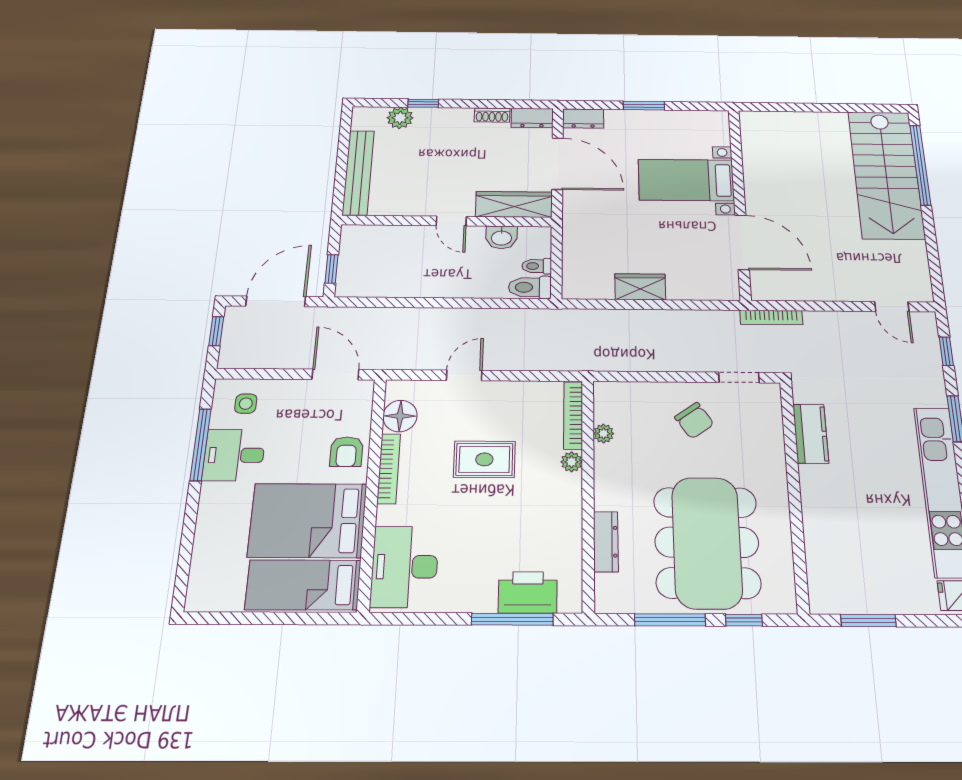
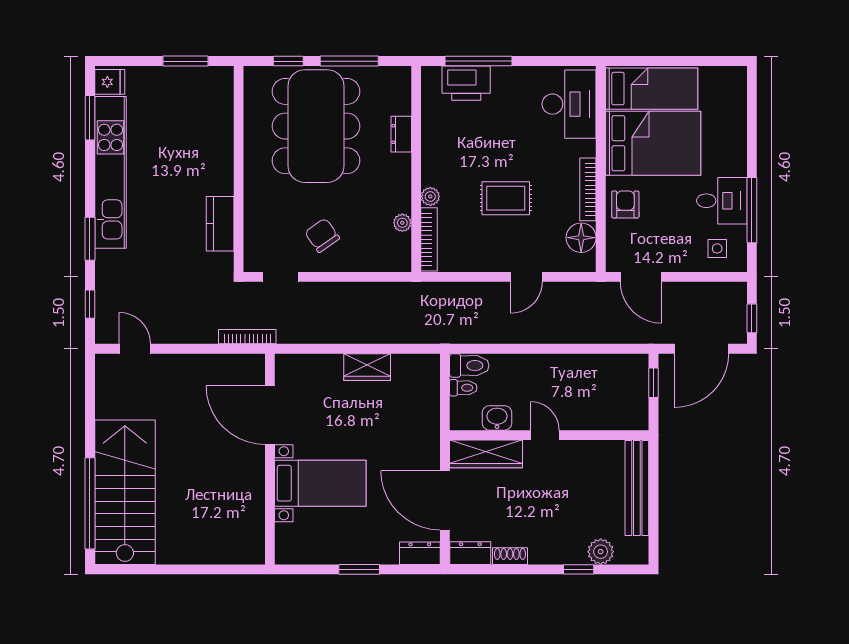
dresser: (606, 542) -> (401, 134), width x0.70

